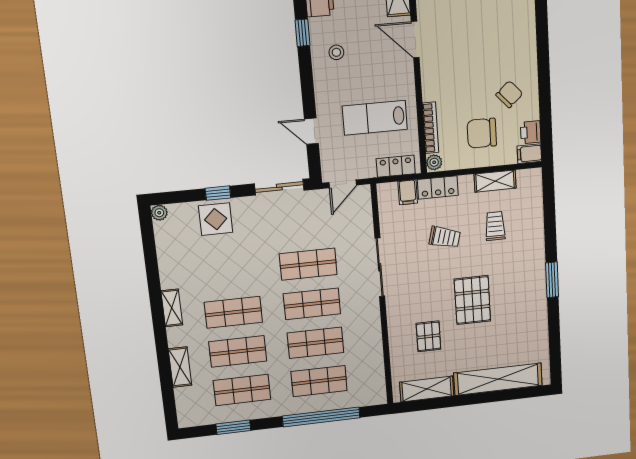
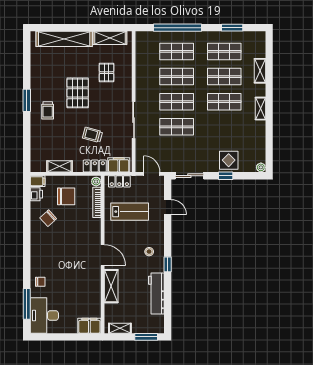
door: (343, 184) -> (152, 174), hinge flipped
filing cabinet: (408, 192) -> (119, 165), width x2.00
trolley: (495, 226) -> (48, 110), moved

